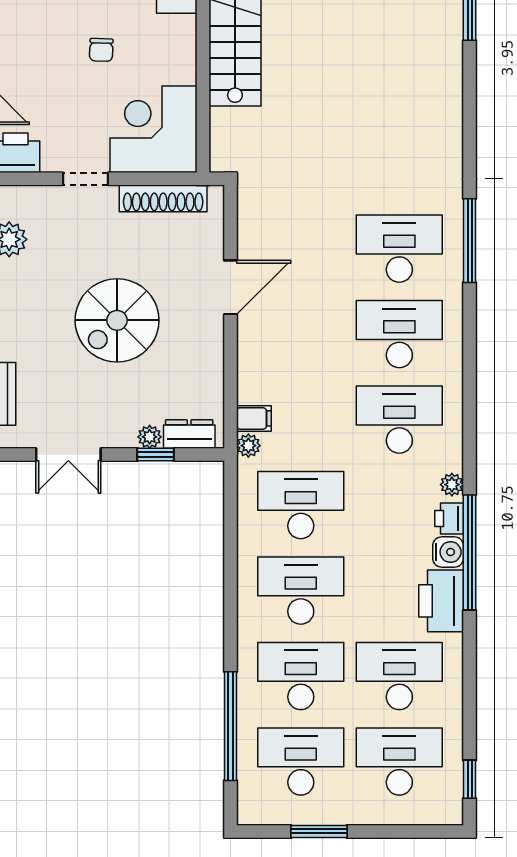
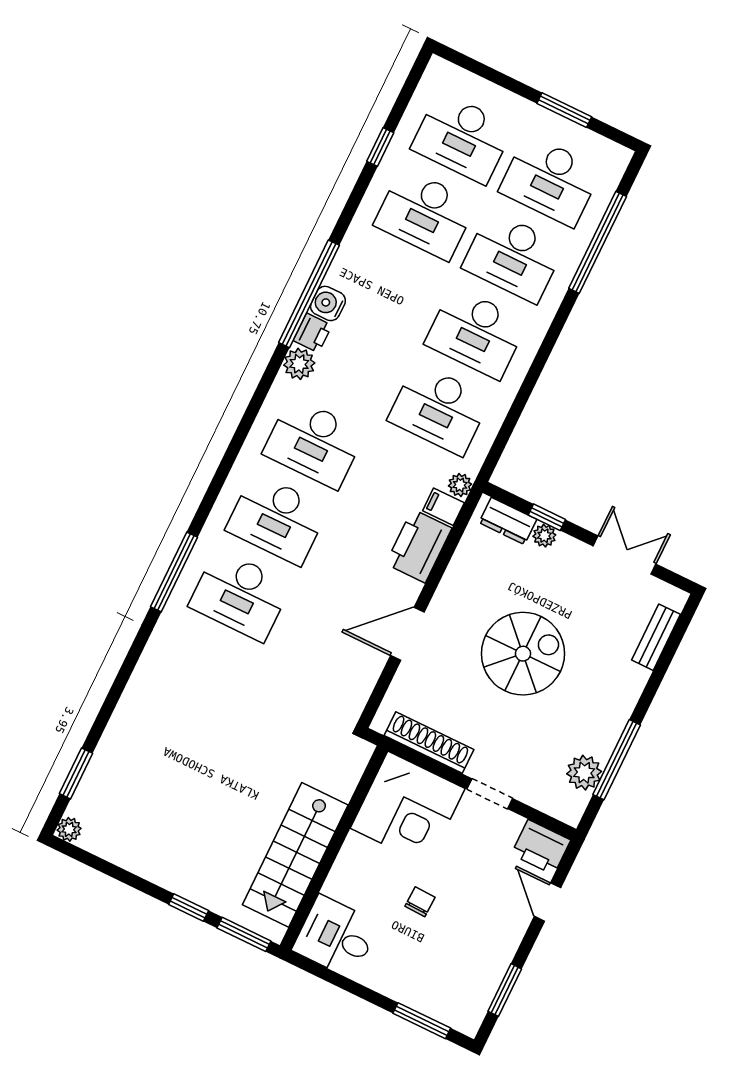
plant: (452, 485) -> (299, 364), width x1.38, depth x1.38
printer: (441, 601) -> (419, 546), moved, turned 180
window: (470, 779) -> (380, 147), moved

